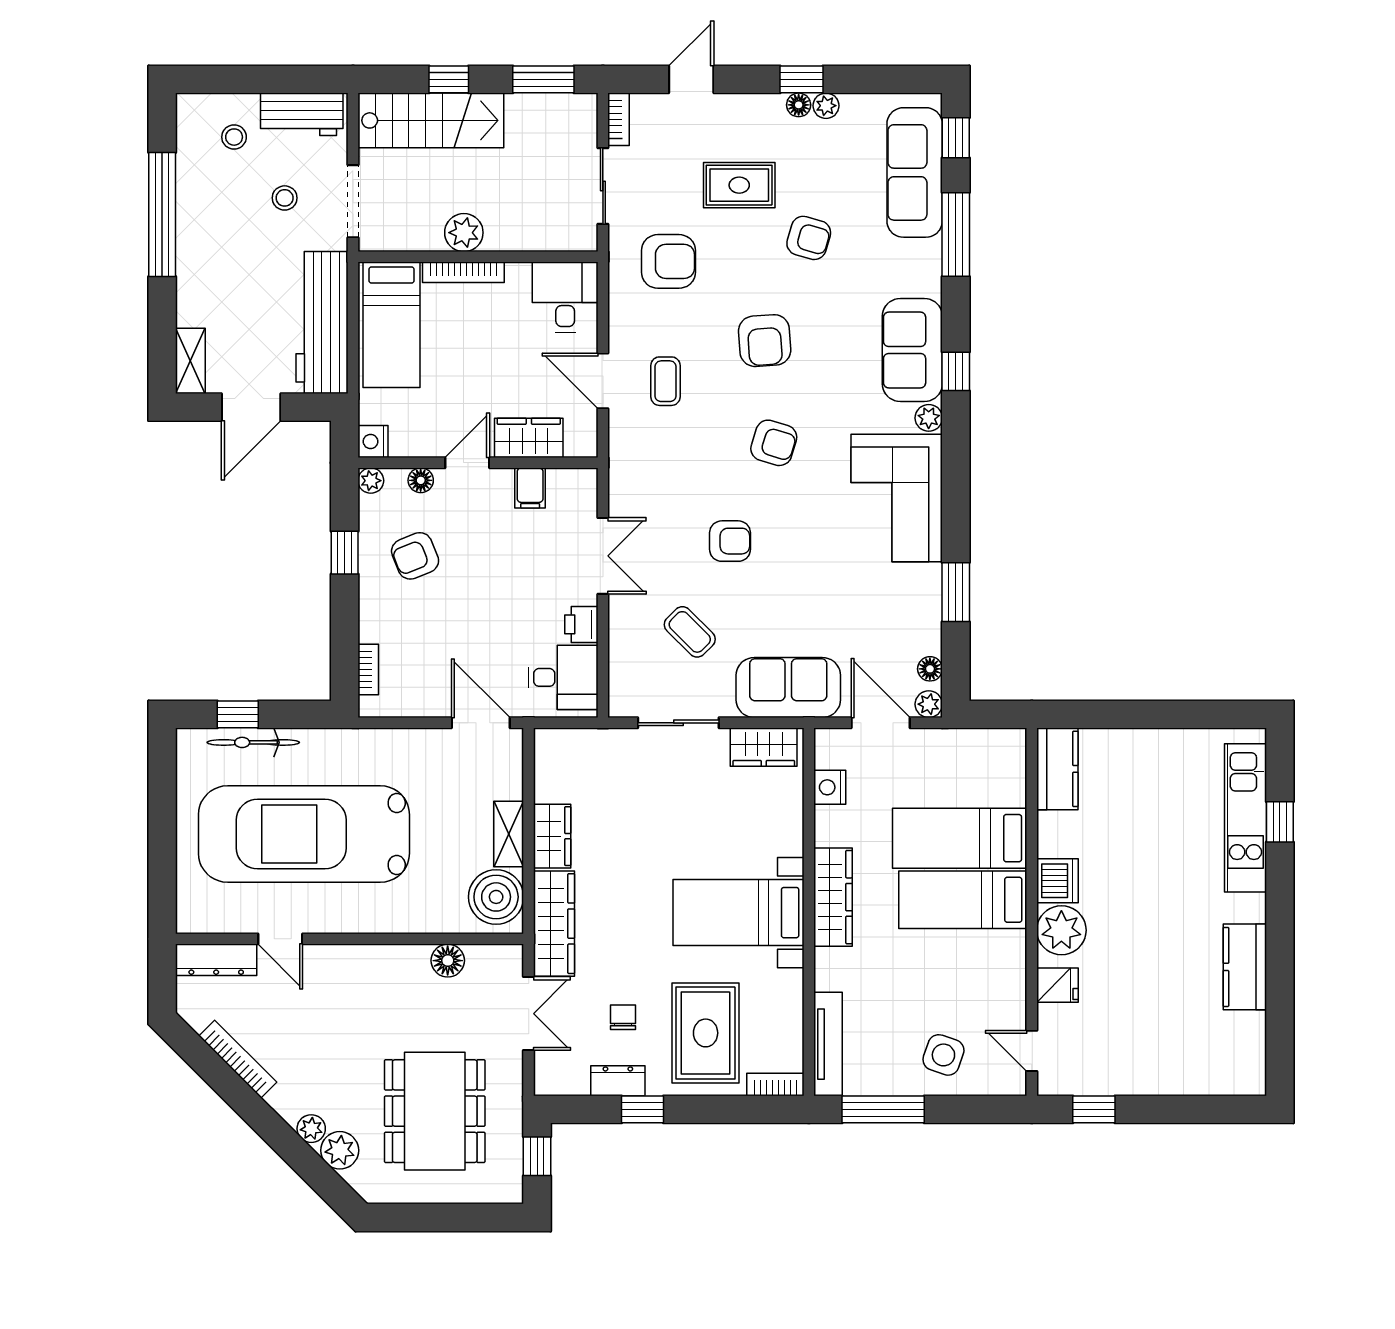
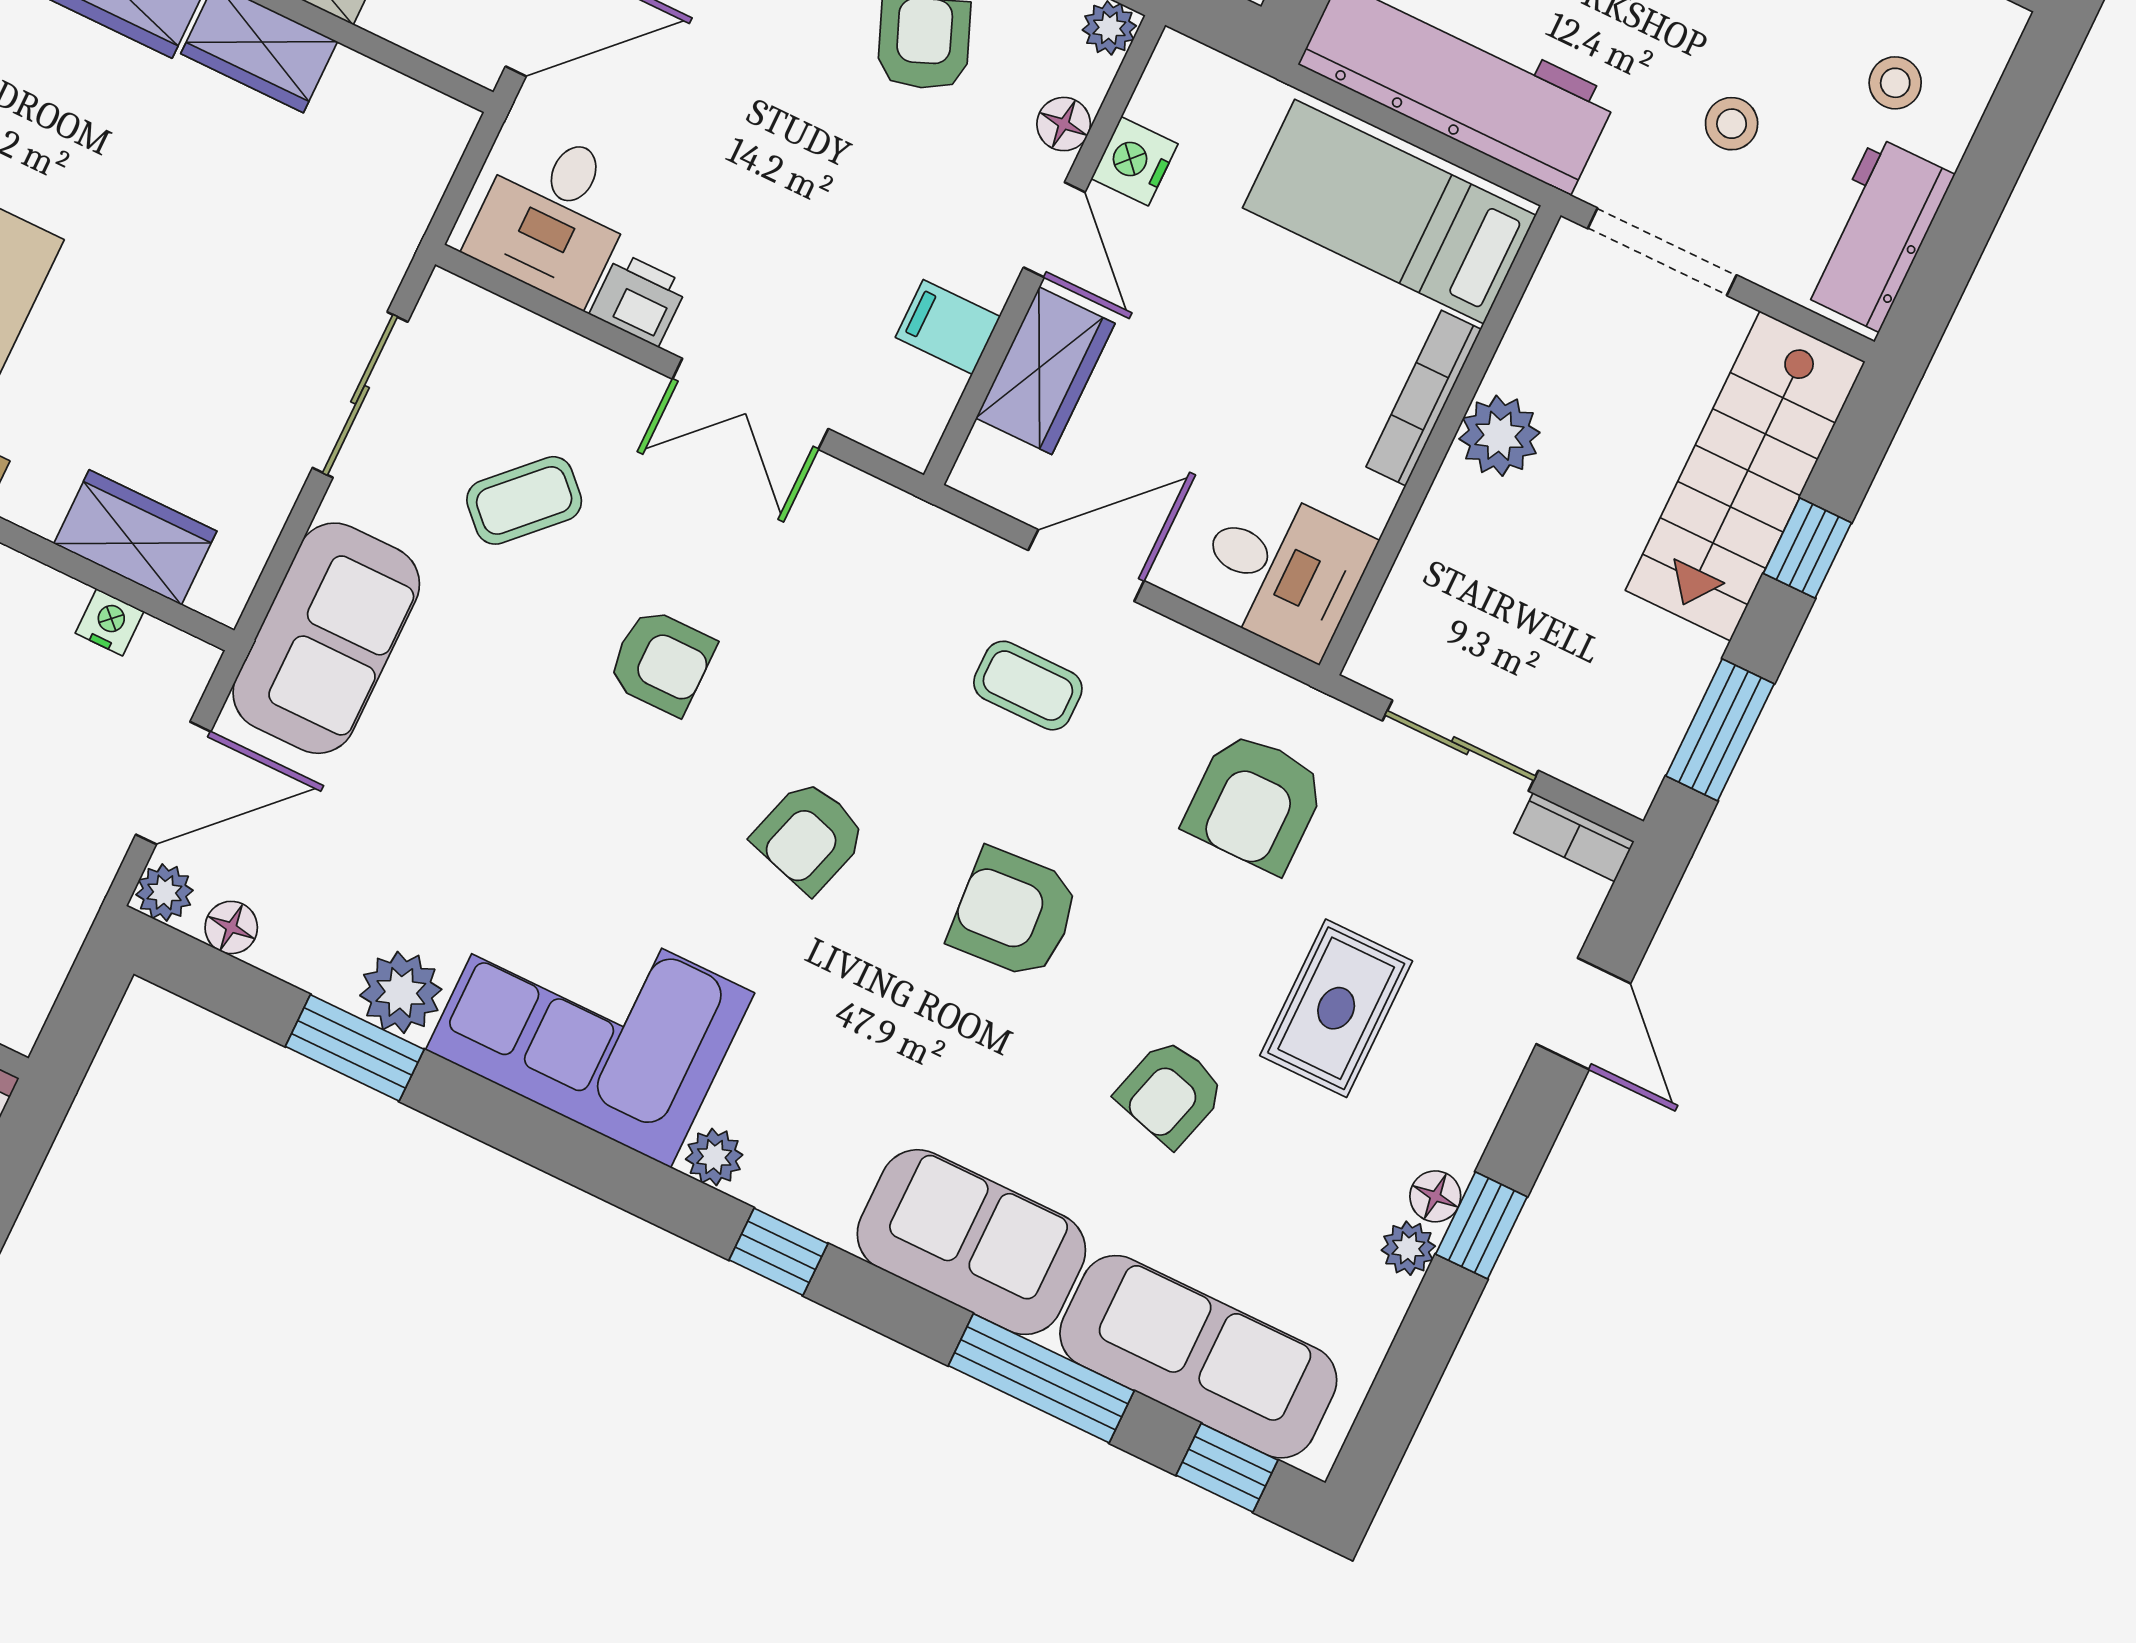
sofa: (912, 350) -> (971, 1242), moved
nightstand: (373, 441) -> (1135, 161), moved, turned -90
armchair: (730, 541) -> (661, 662), turned -90
plant: (923, 584) -> (401, 992), added
wardrobe: (764, 747) -> (135, 537), moved, turned 90
nightstand: (830, 787) -> (110, 622), width x0.72, depth x0.74

